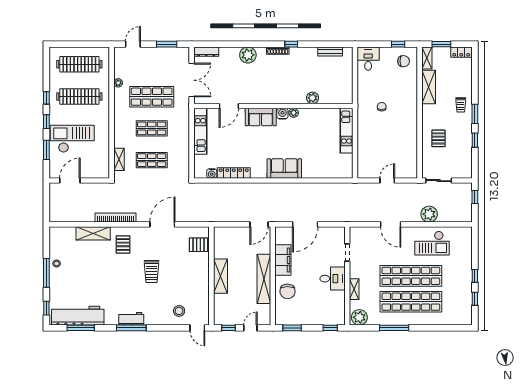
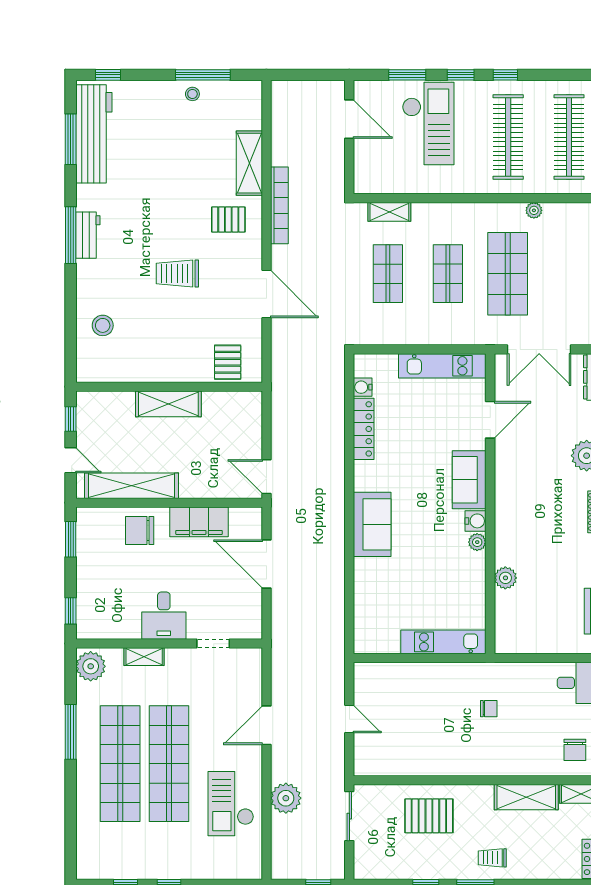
door: (229, 106) -> (490, 420), swing flipped
pallet: (438, 138) -> (429, 816), width x1.50, depth x1.42
window: (46, 273) -> (203, 75), moved
shelving: (264, 279) -> (131, 486), moved
door: (197, 328) -> (71, 360), removed

